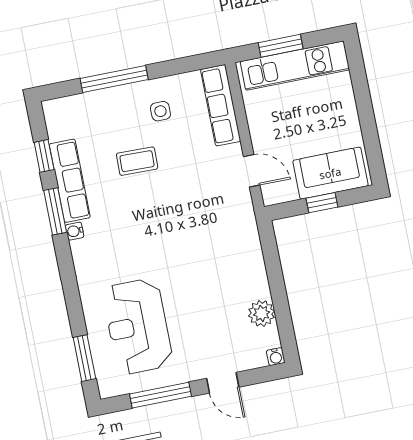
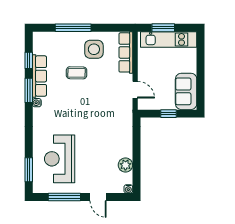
side table: (160, 111) -> (94, 49), width x1.87, depth x1.87
sofa: (330, 173) -> (186, 91), moved, turned -90

